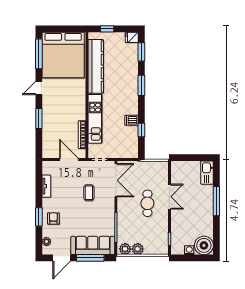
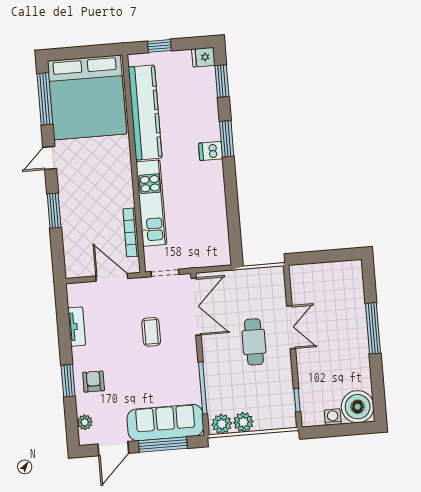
dishwasher: (132, 120) -> (211, 151), moved
window: (141, 130) -> (233, 216), removed
kitchen sink: (207, 173) -> (353, 280), removed

